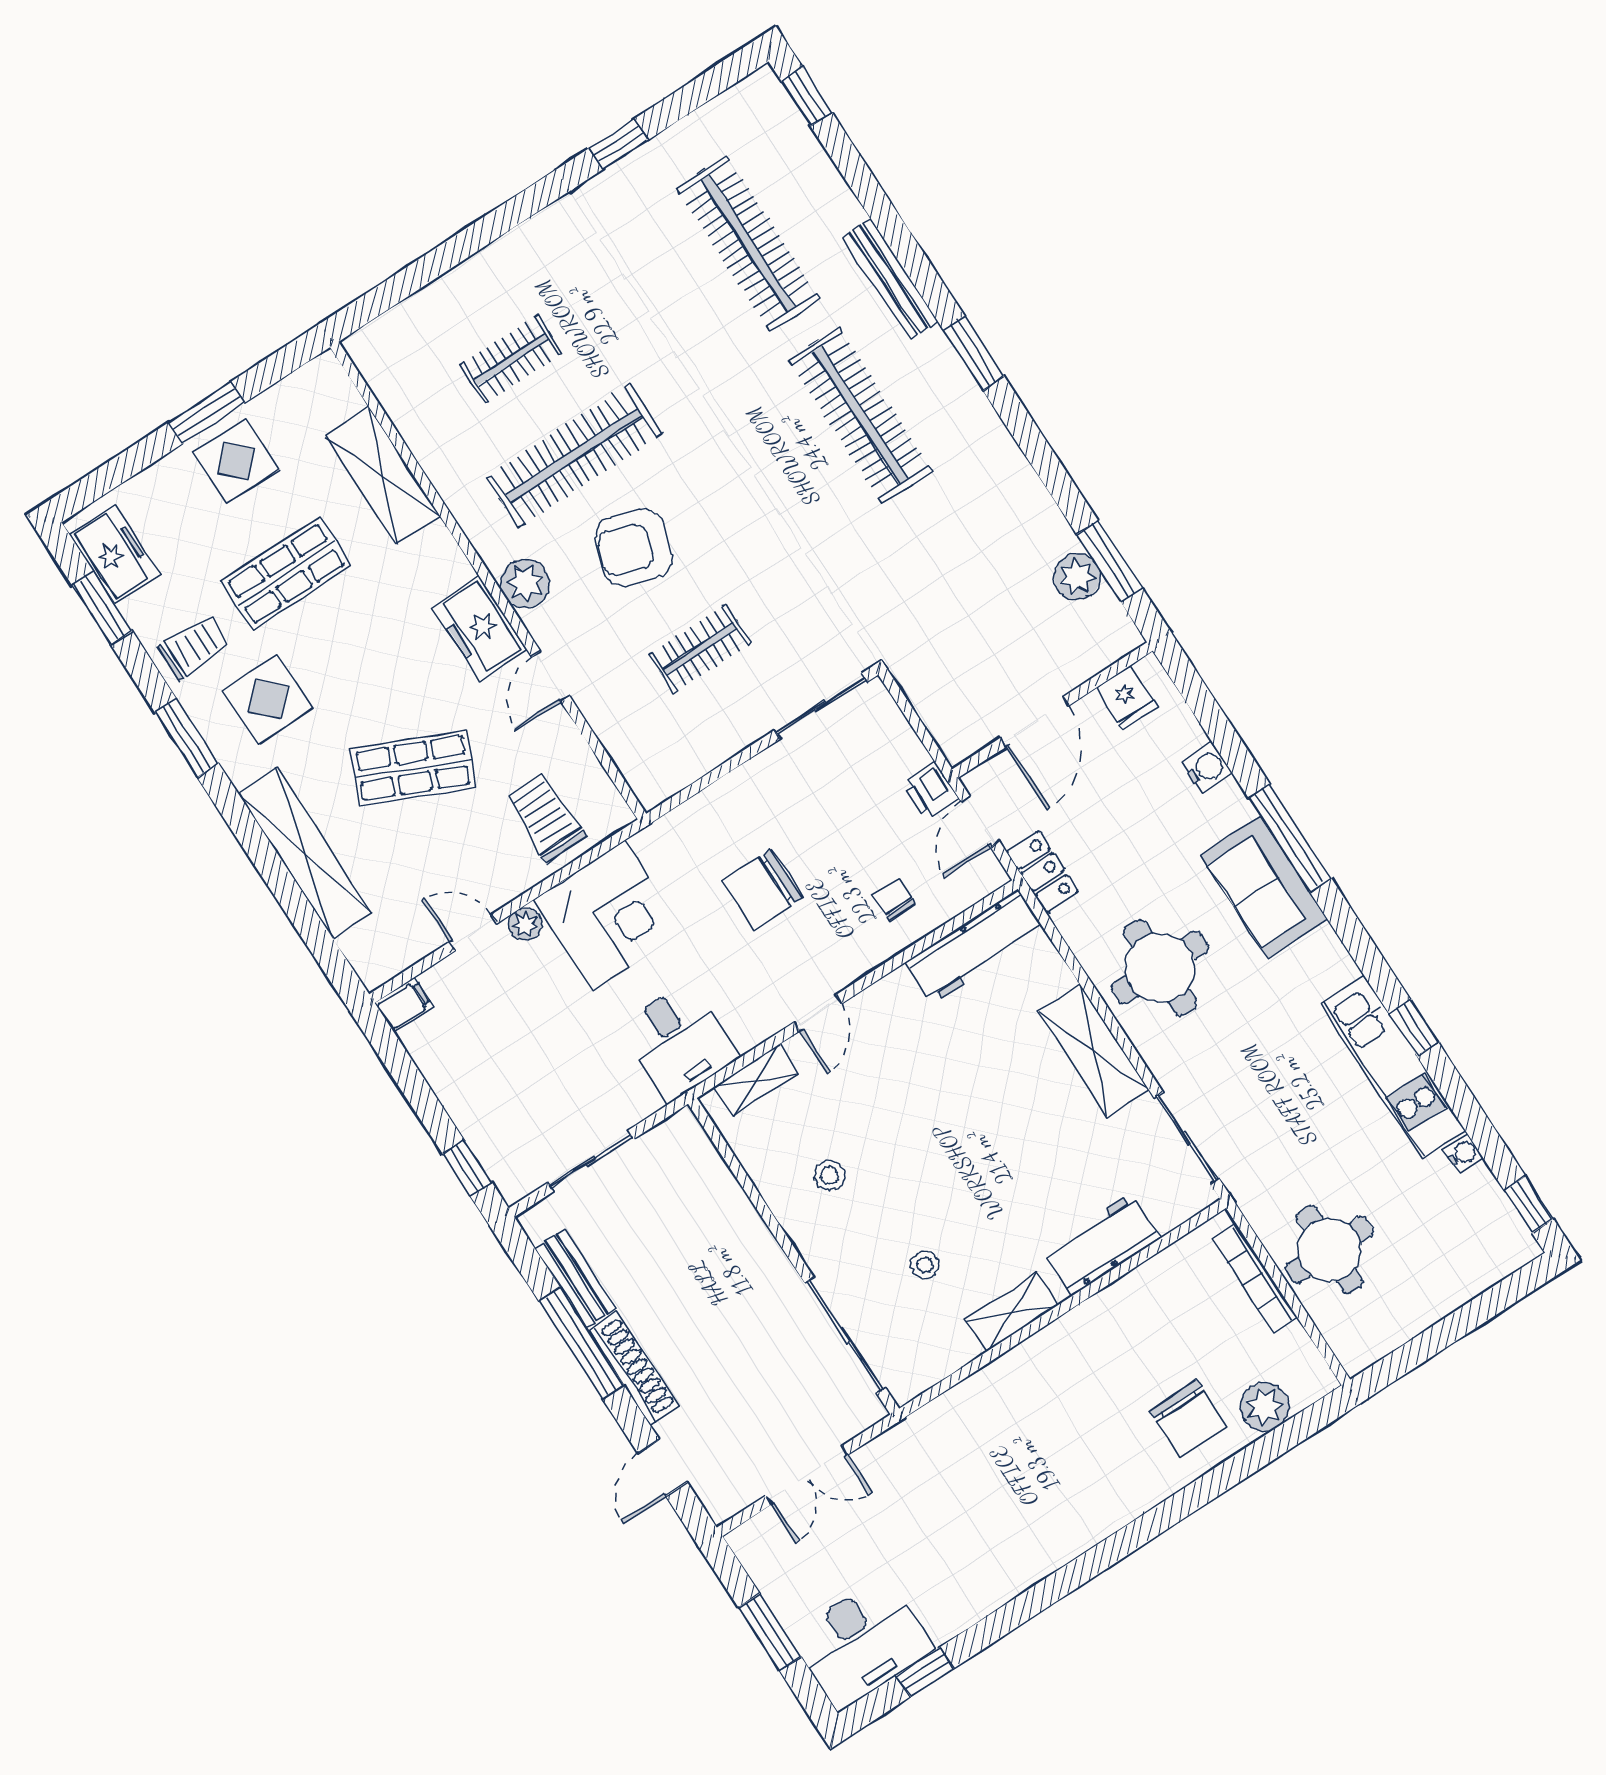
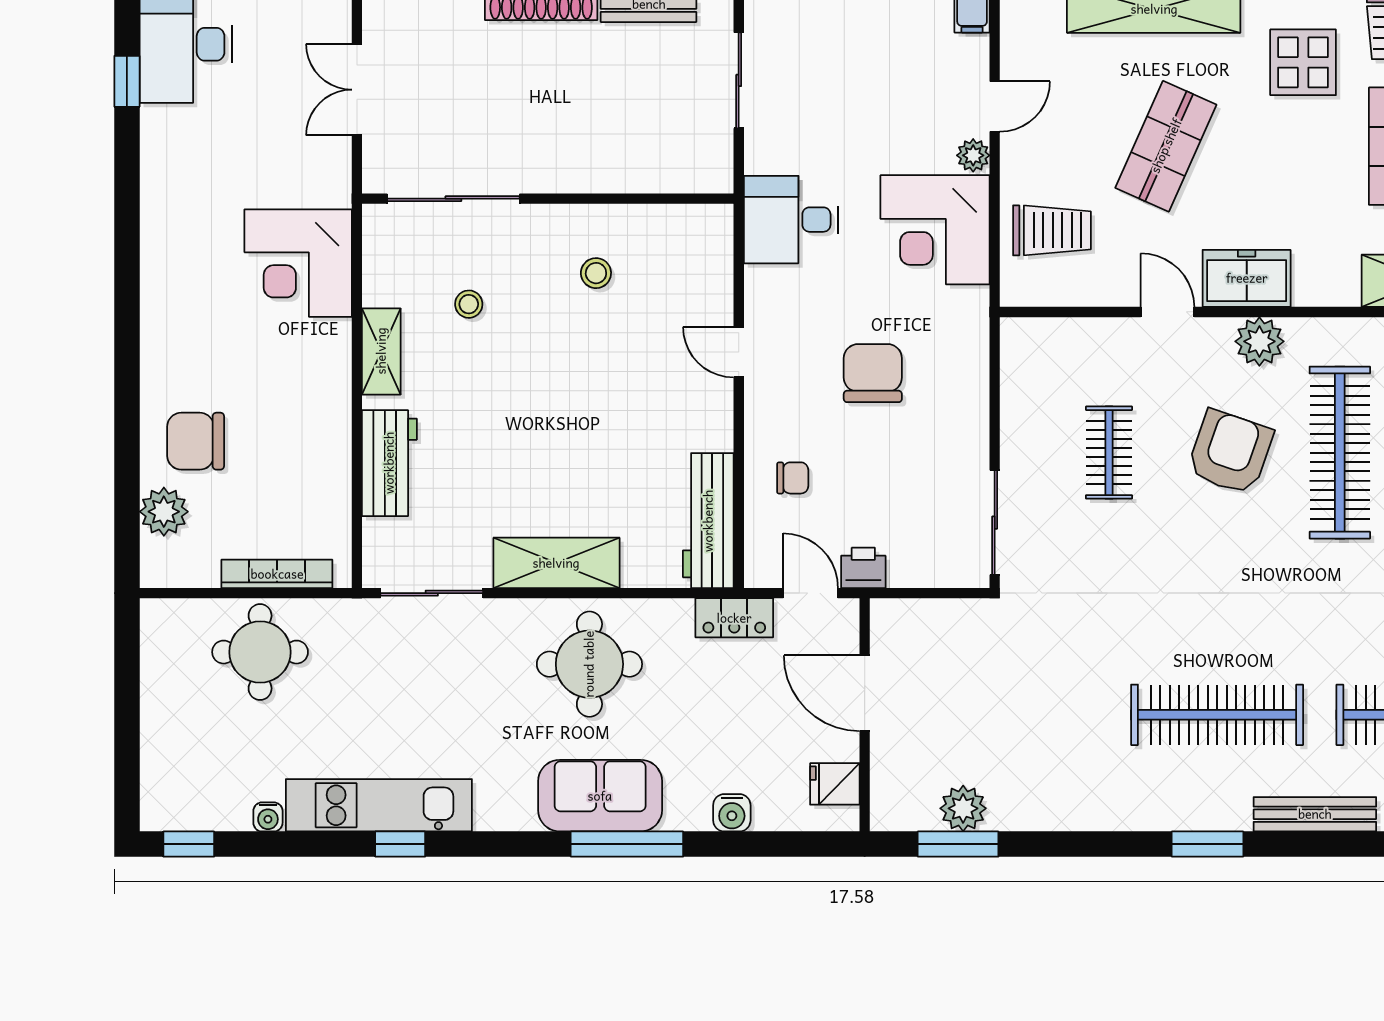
shelving: (756, 1080) -> (716, 264), removed
corner desk: (984, 1430) -> (298, 263), added

